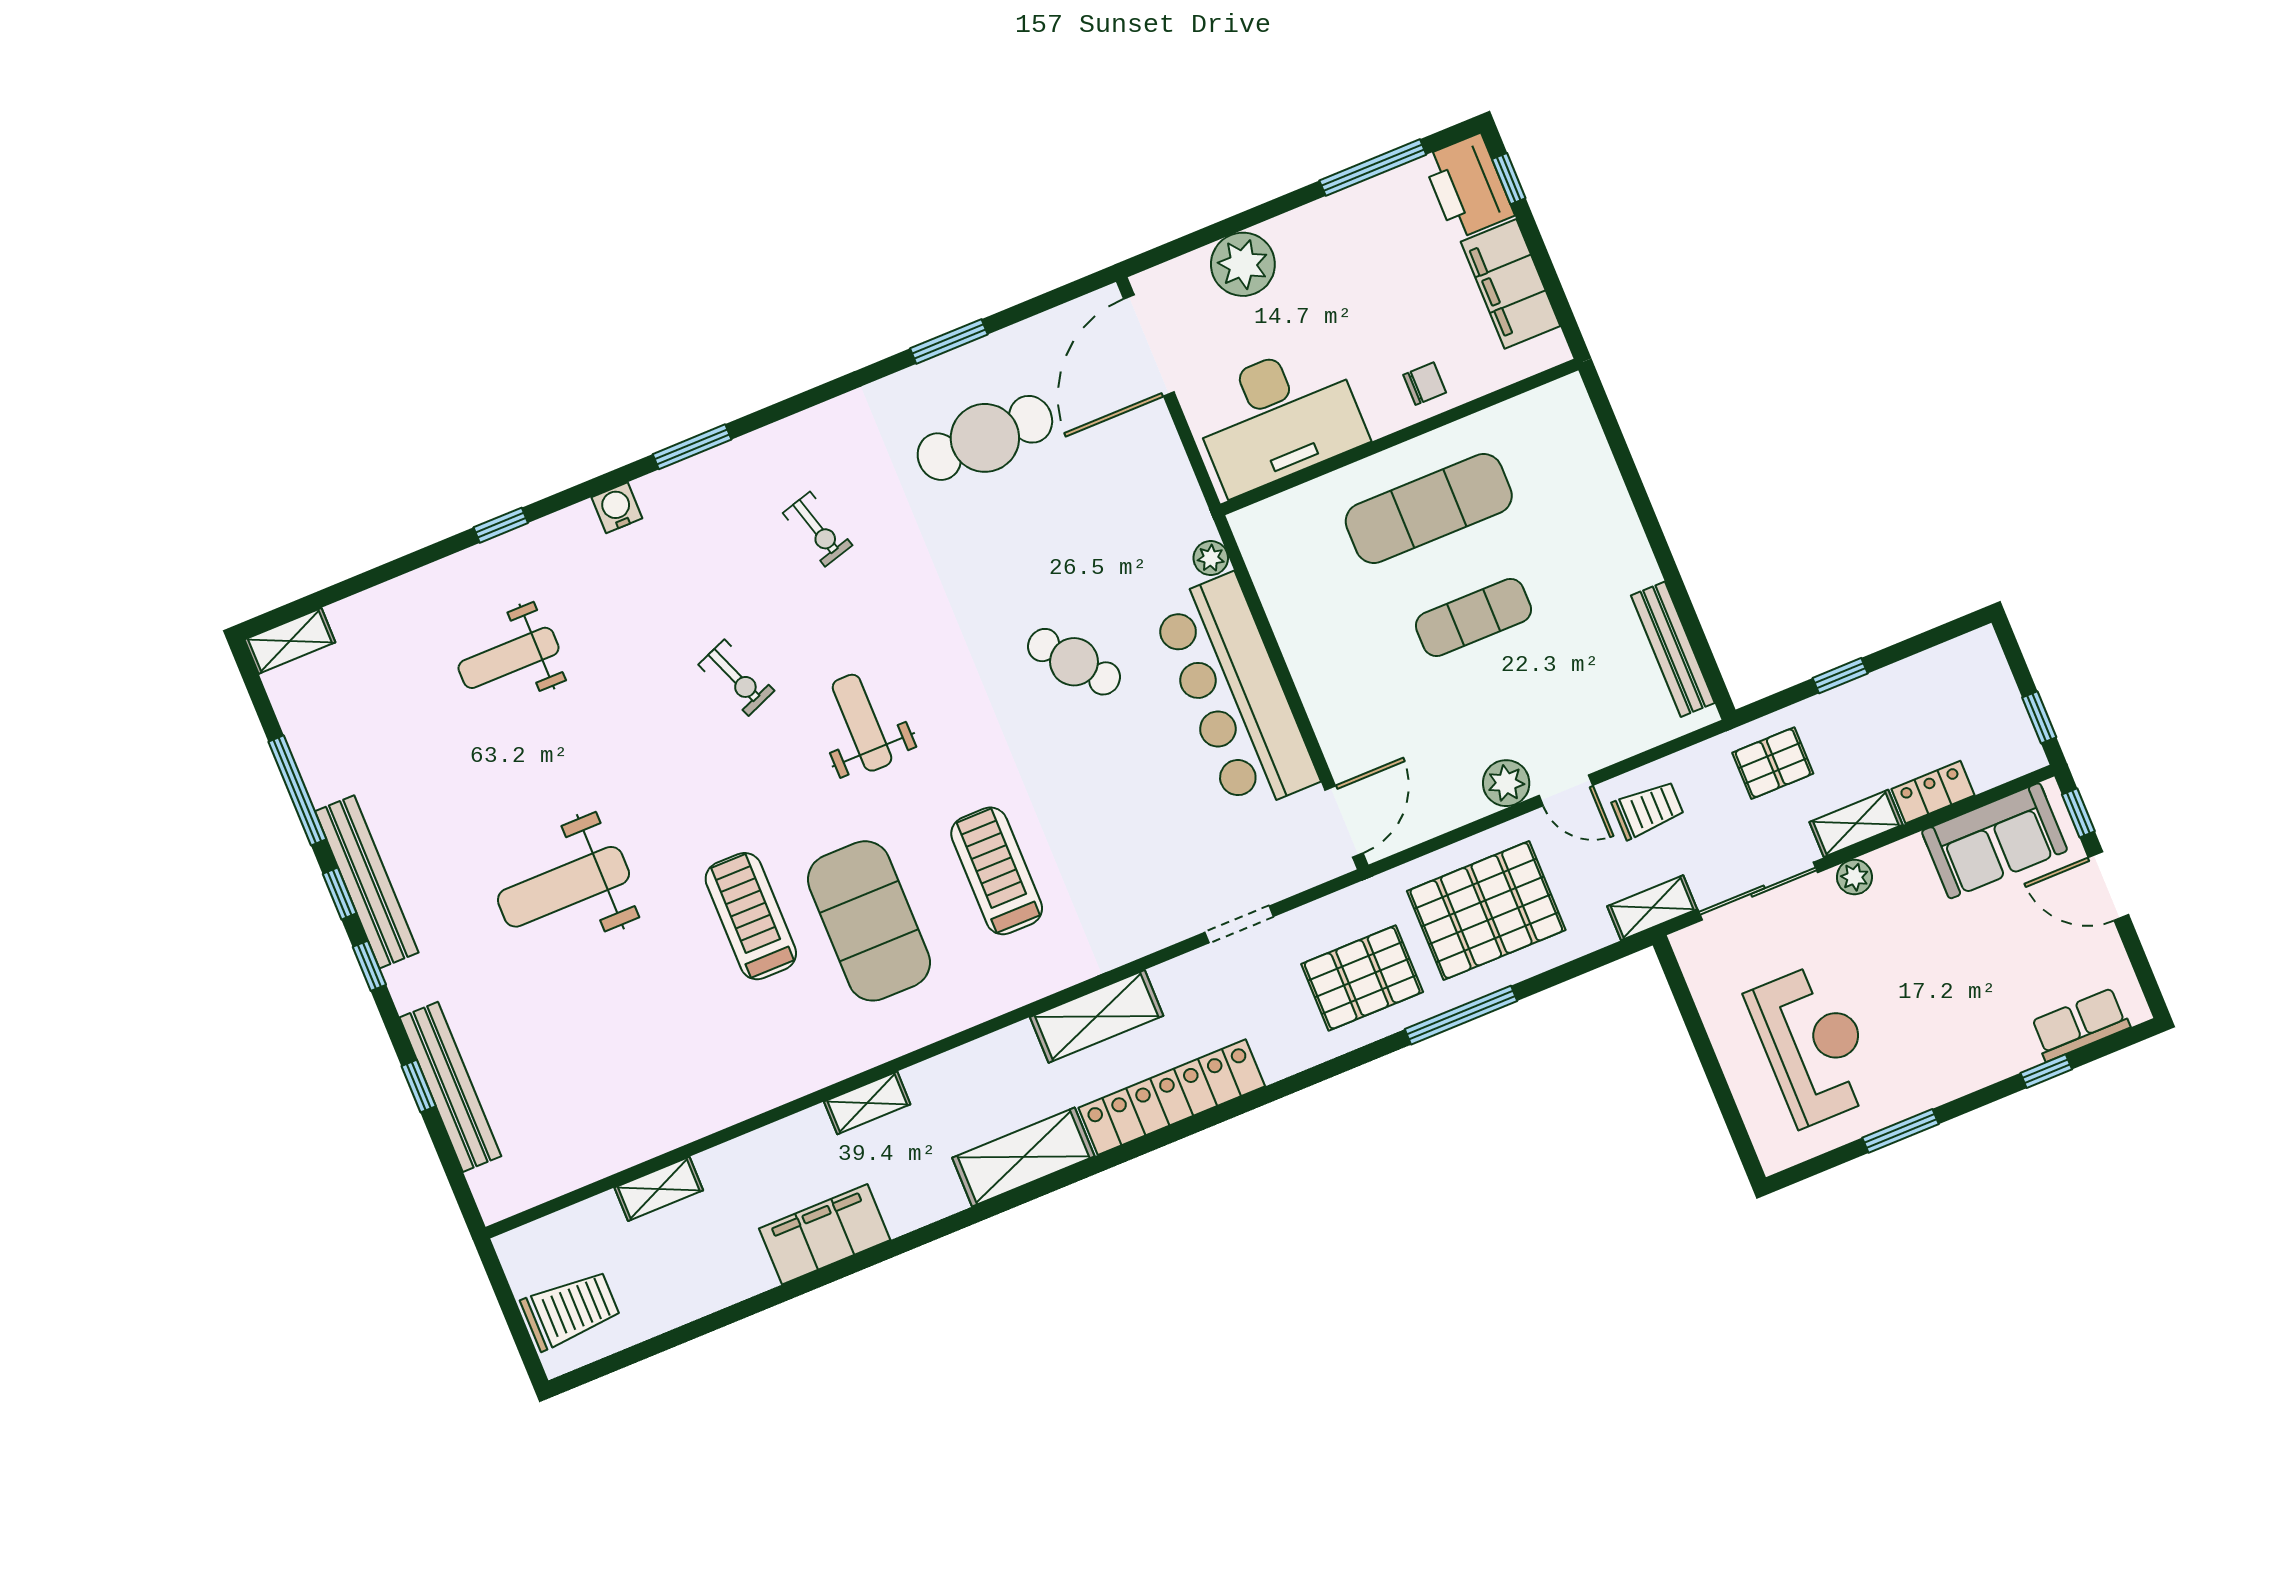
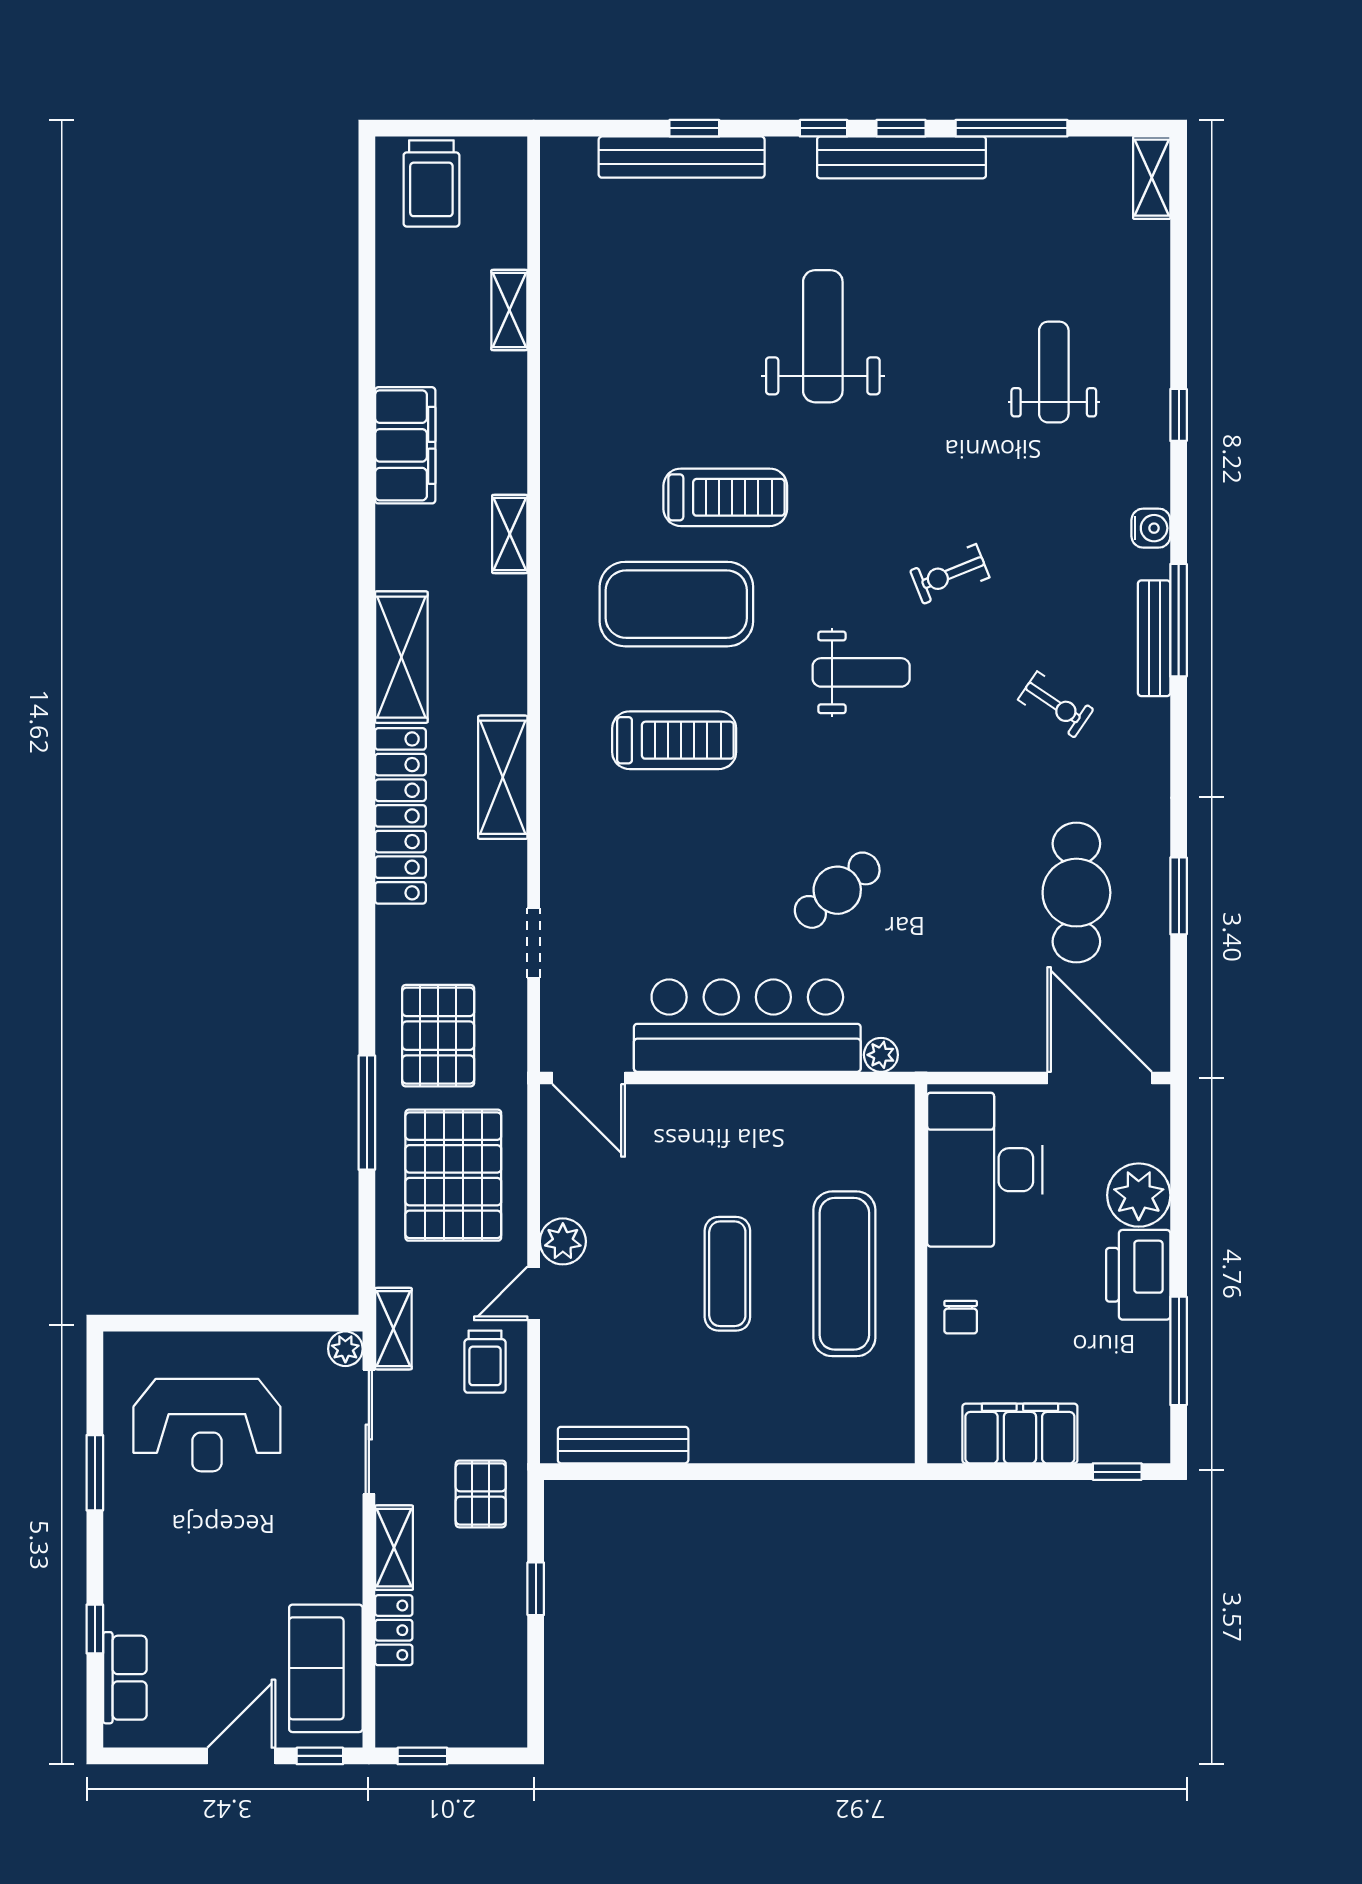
printer: (1468, 186) -> (1138, 1275), moved, turned -90
window: (692, 447) -> (1179, 620), width x1.44
bench: (718, 463) -> (1154, 638), added
exercise bike: (818, 529) -> (1056, 704), turned -130
plant: (1854, 877) -> (345, 1349), moved

